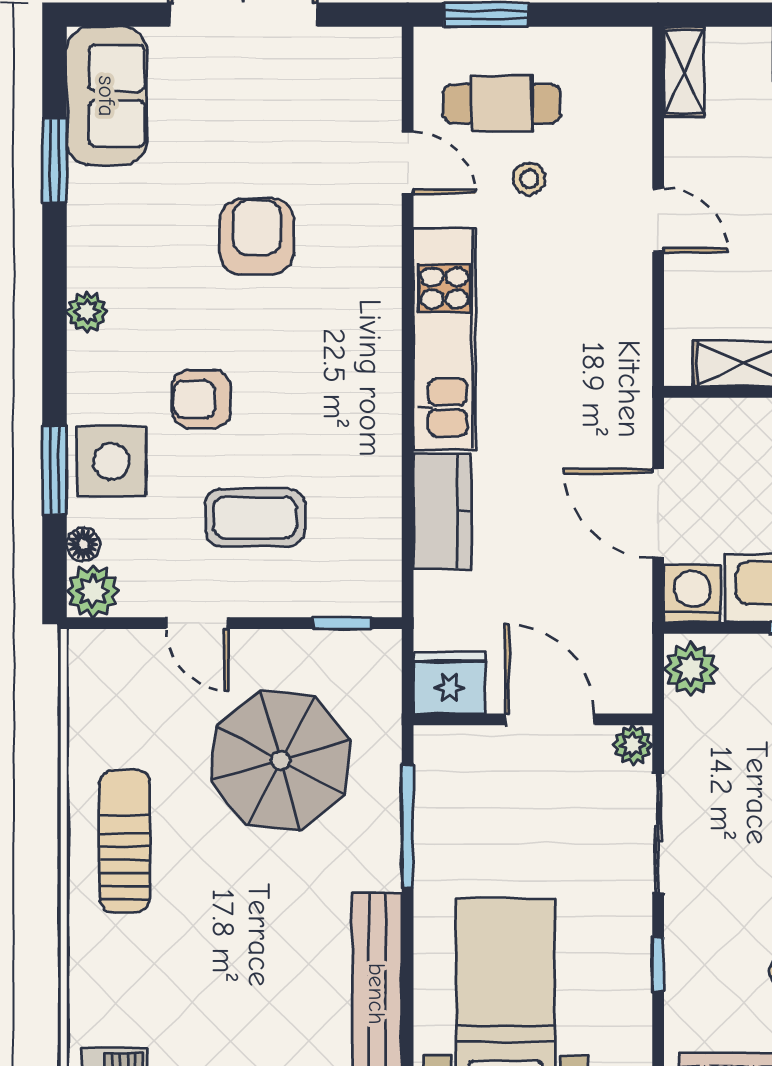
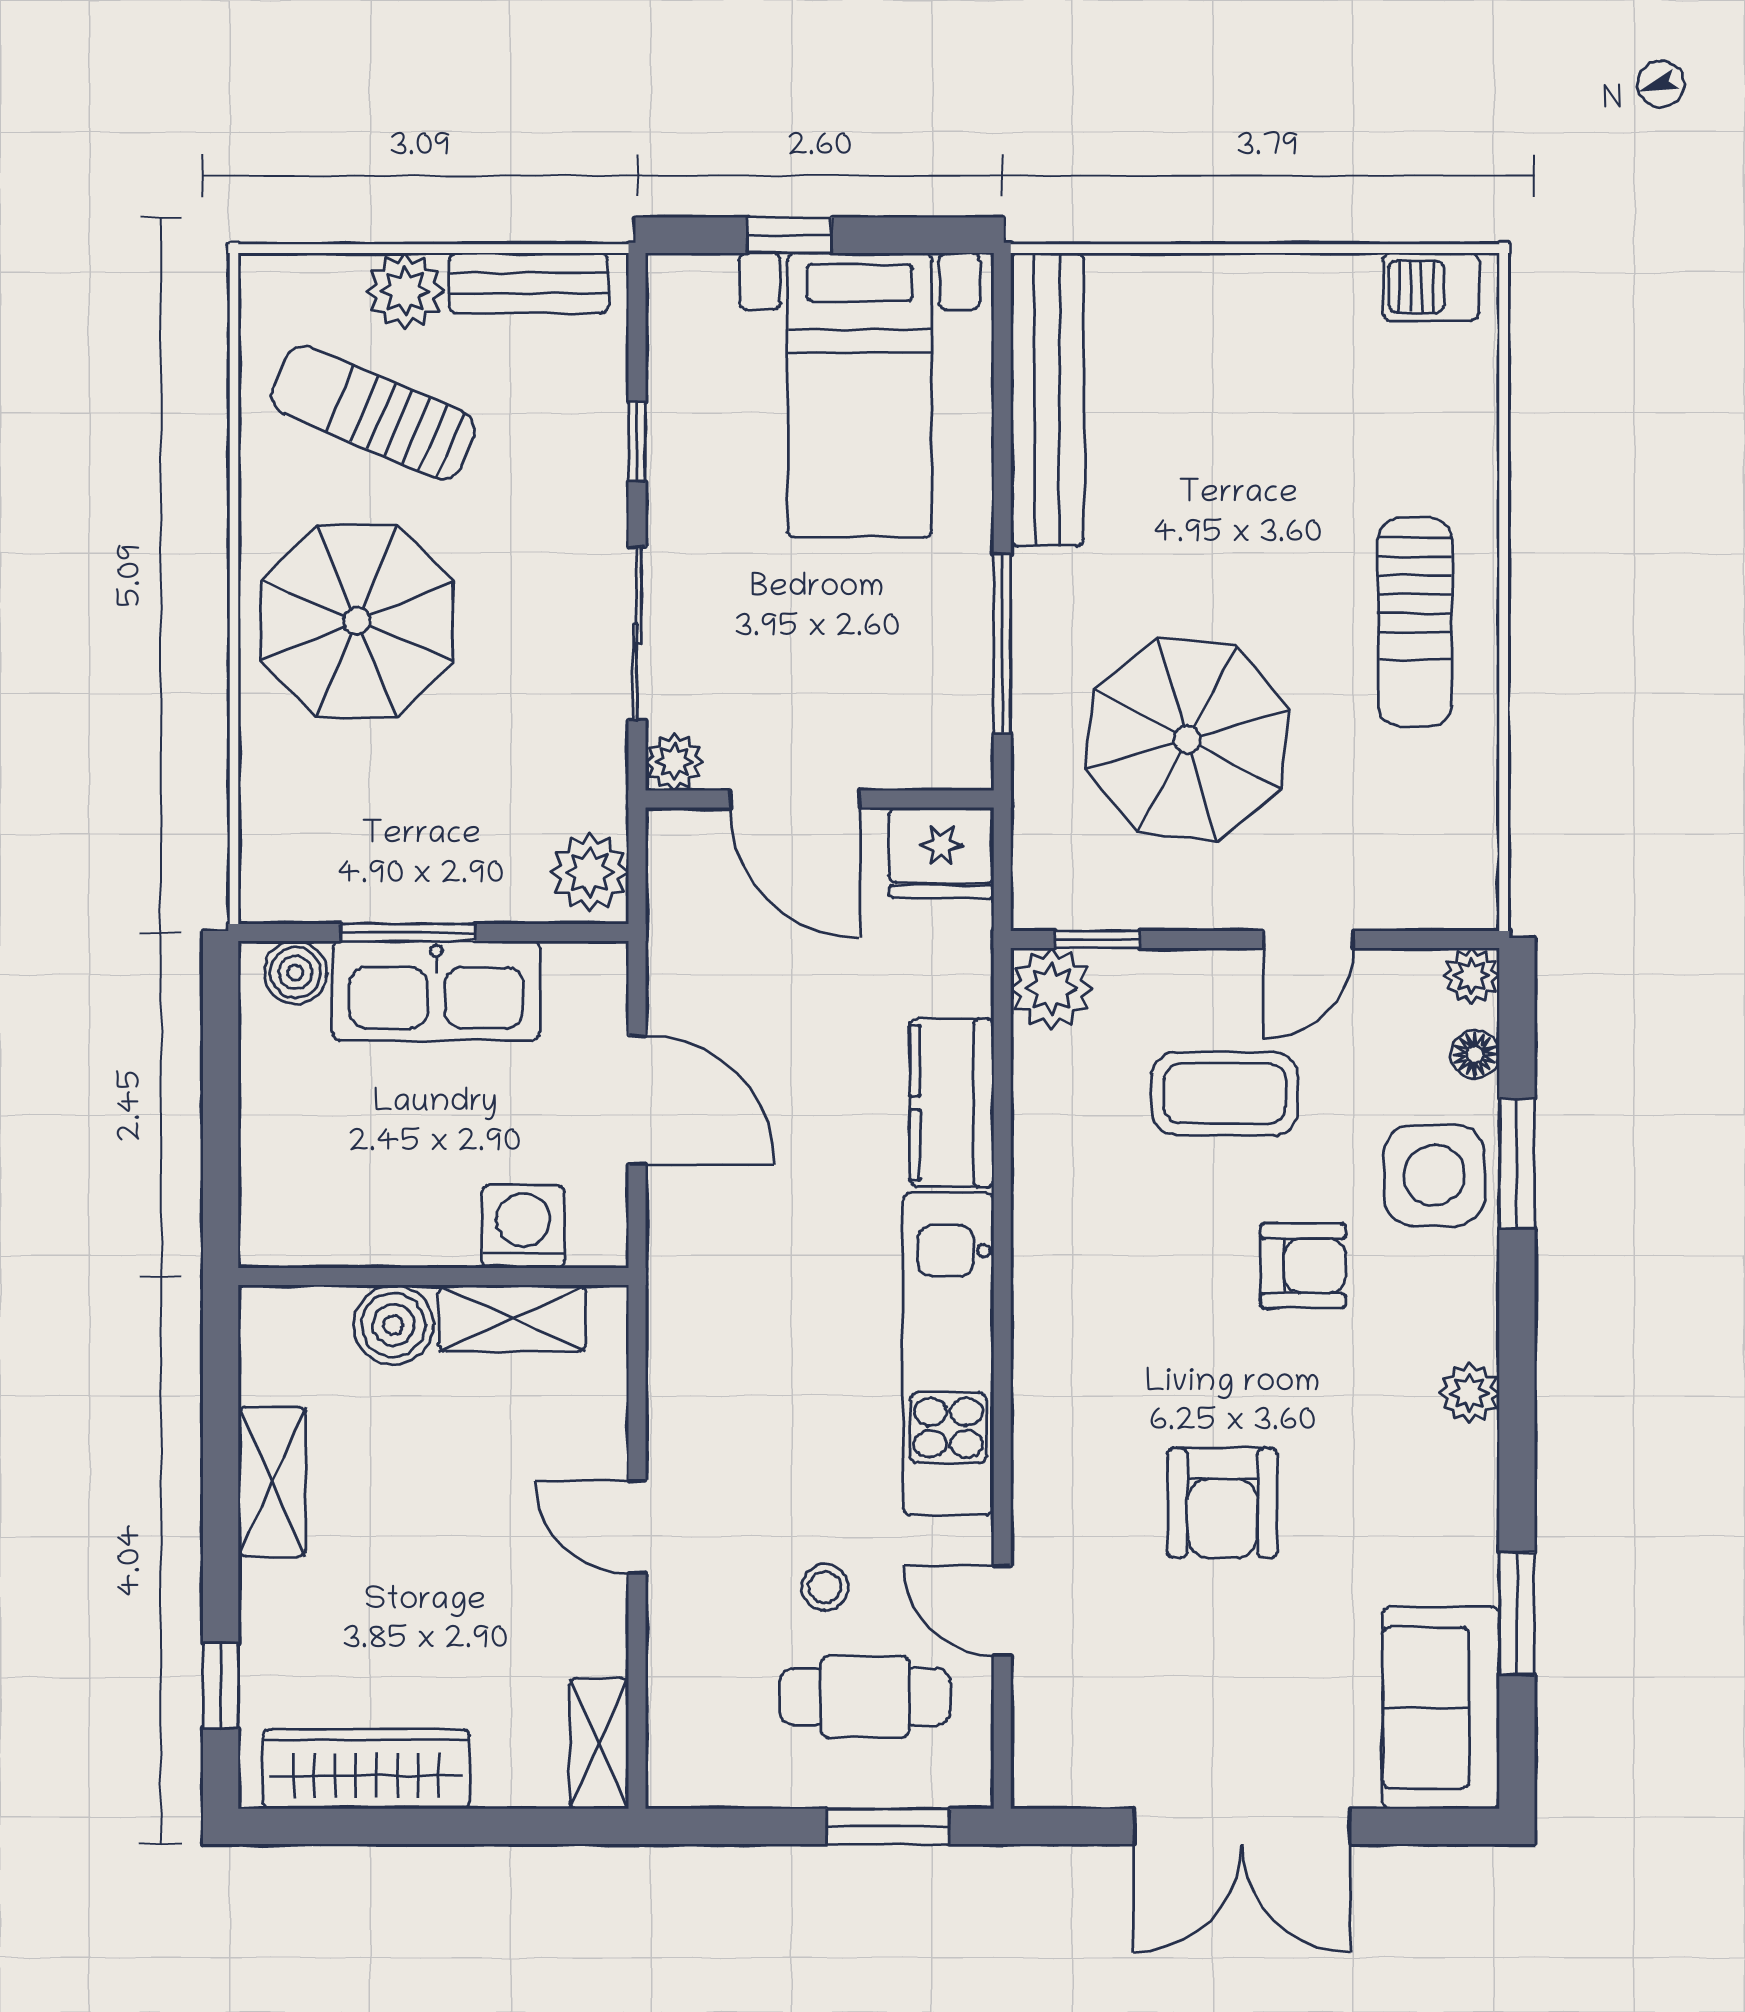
plant: (374, 589) -> (1051, 989), added
plant: (93, 591) -> (1471, 976), width x0.73, depth x0.73
washing machine: (692, 594) -> (523, 1227), moved, turned 180
door: (197, 623) -> (1309, 940), swing flipped

